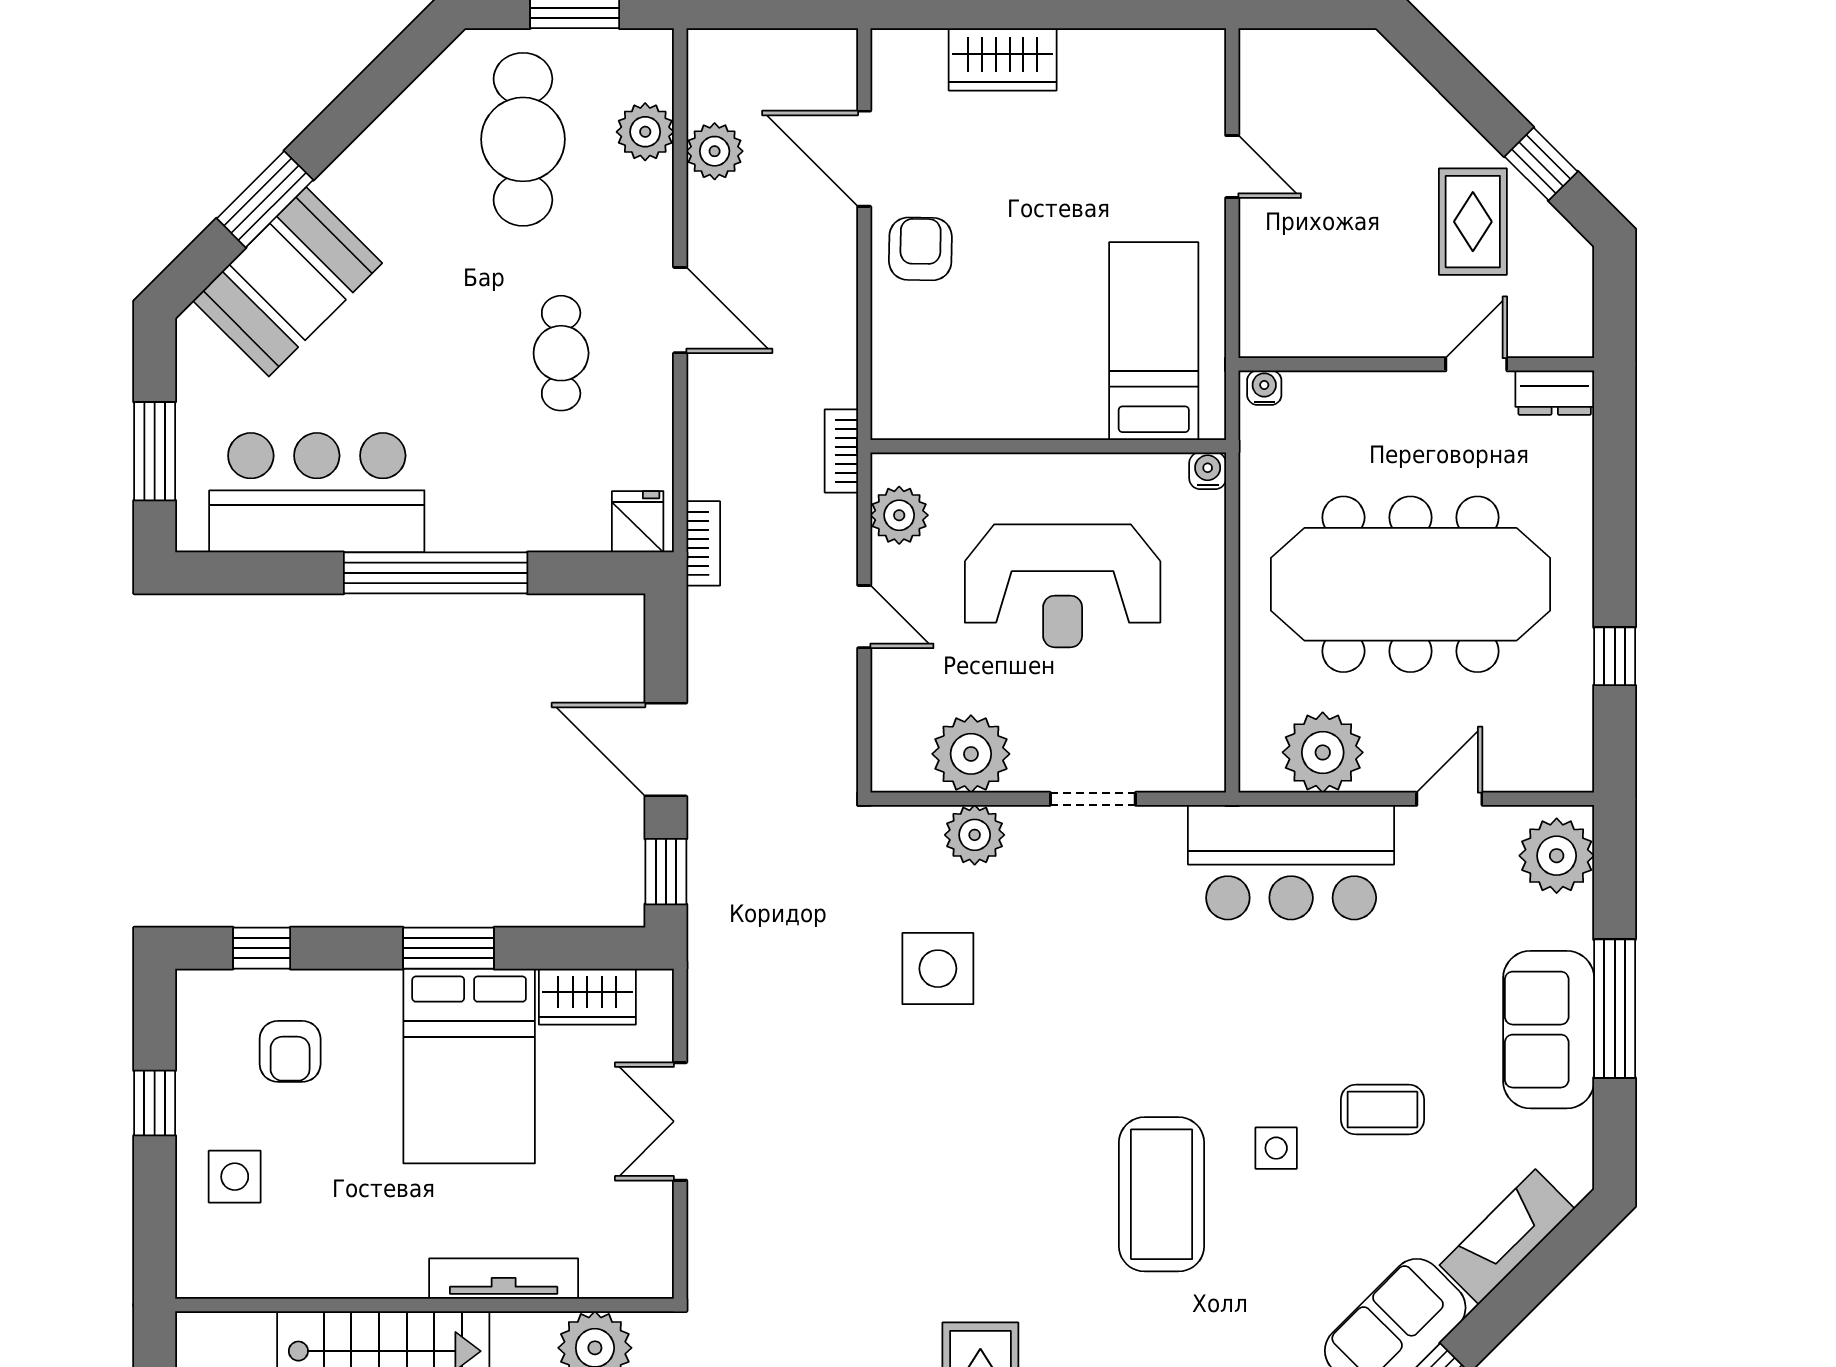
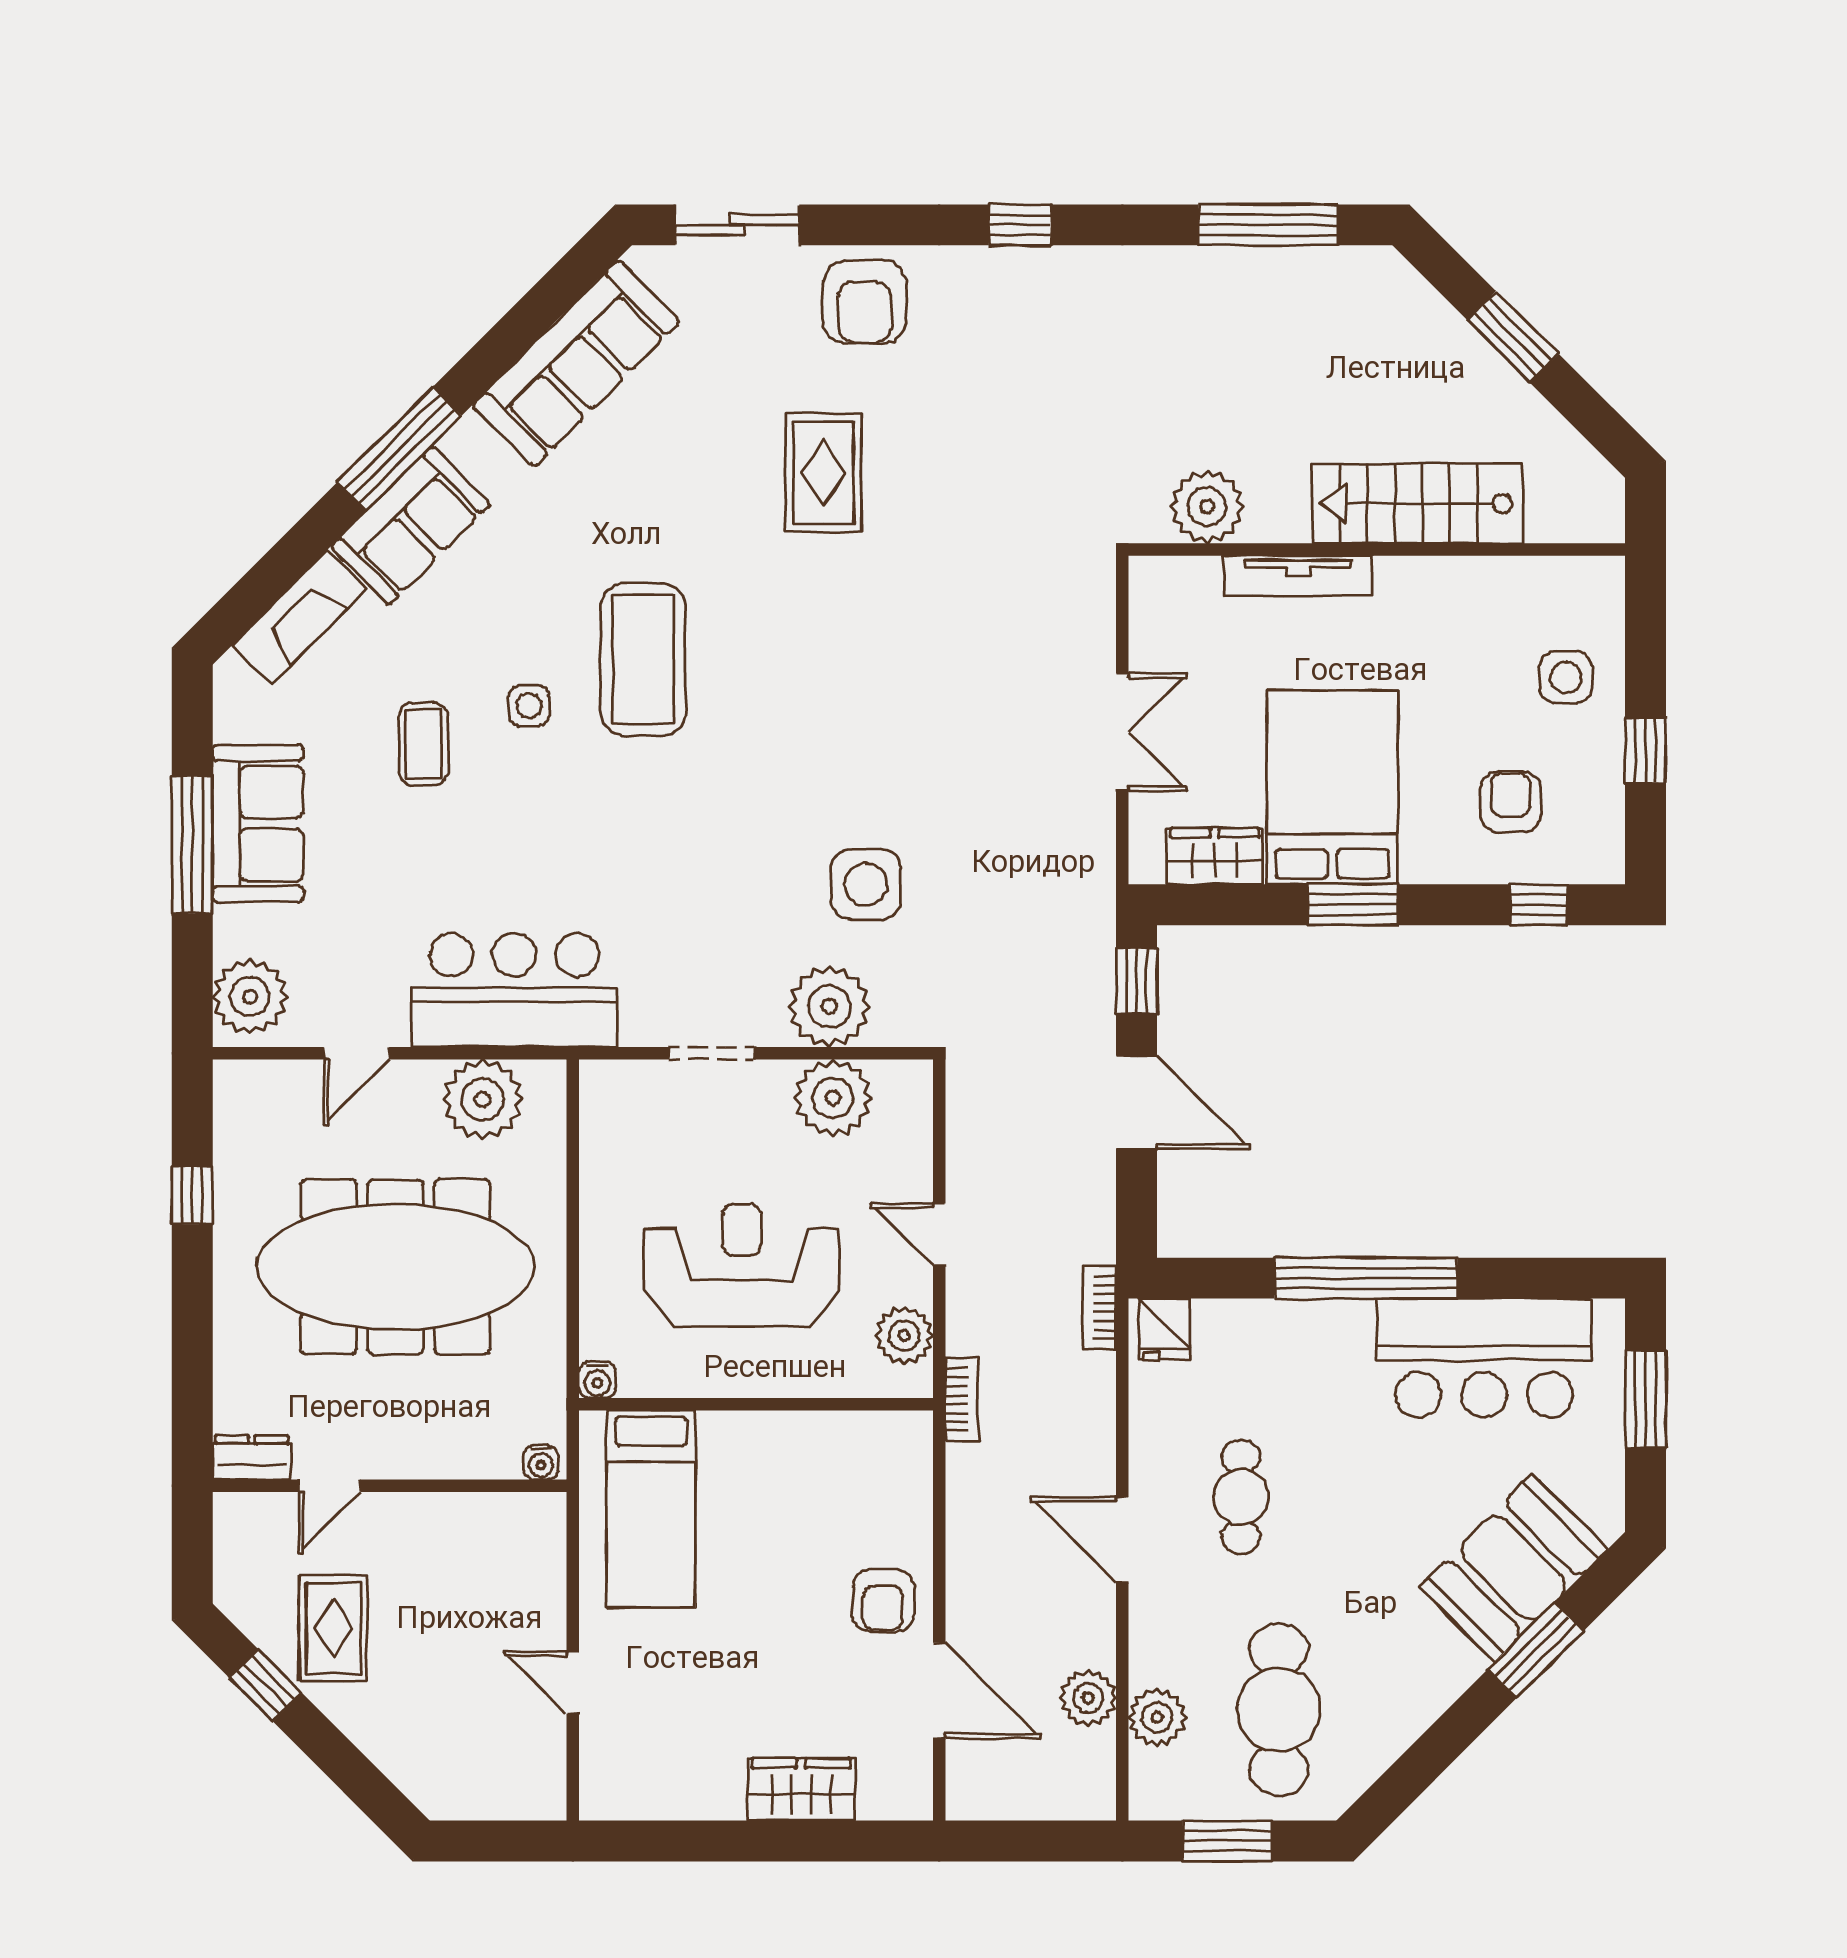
plant: (975, 835) -> (829, 1007), width x1.36, depth x1.36
coffee table: (1382, 1110) -> (423, 744), turned 90

